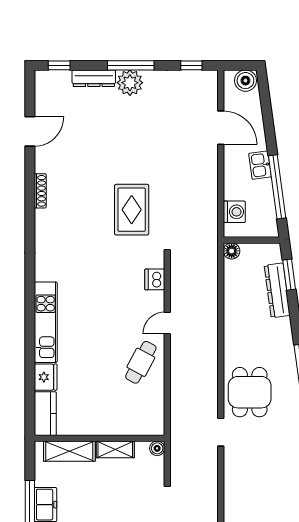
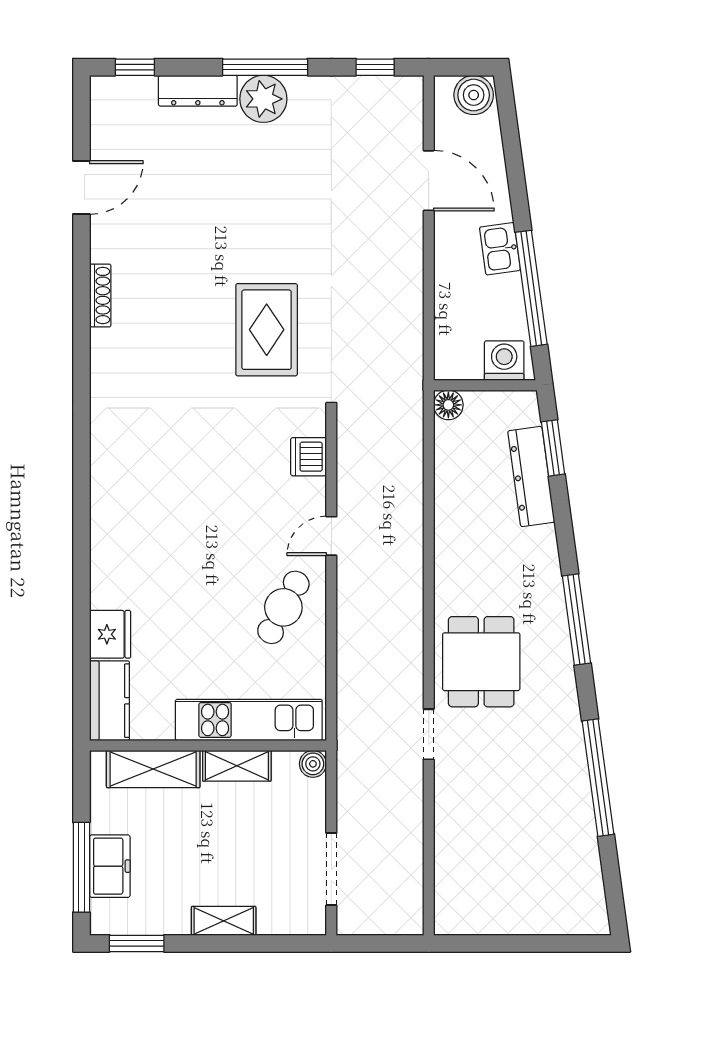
washing machine: (234, 212) -> (504, 361), moved, turned -90
kitchen unit: (46, 322) -> (249, 720), moved, turned -90

